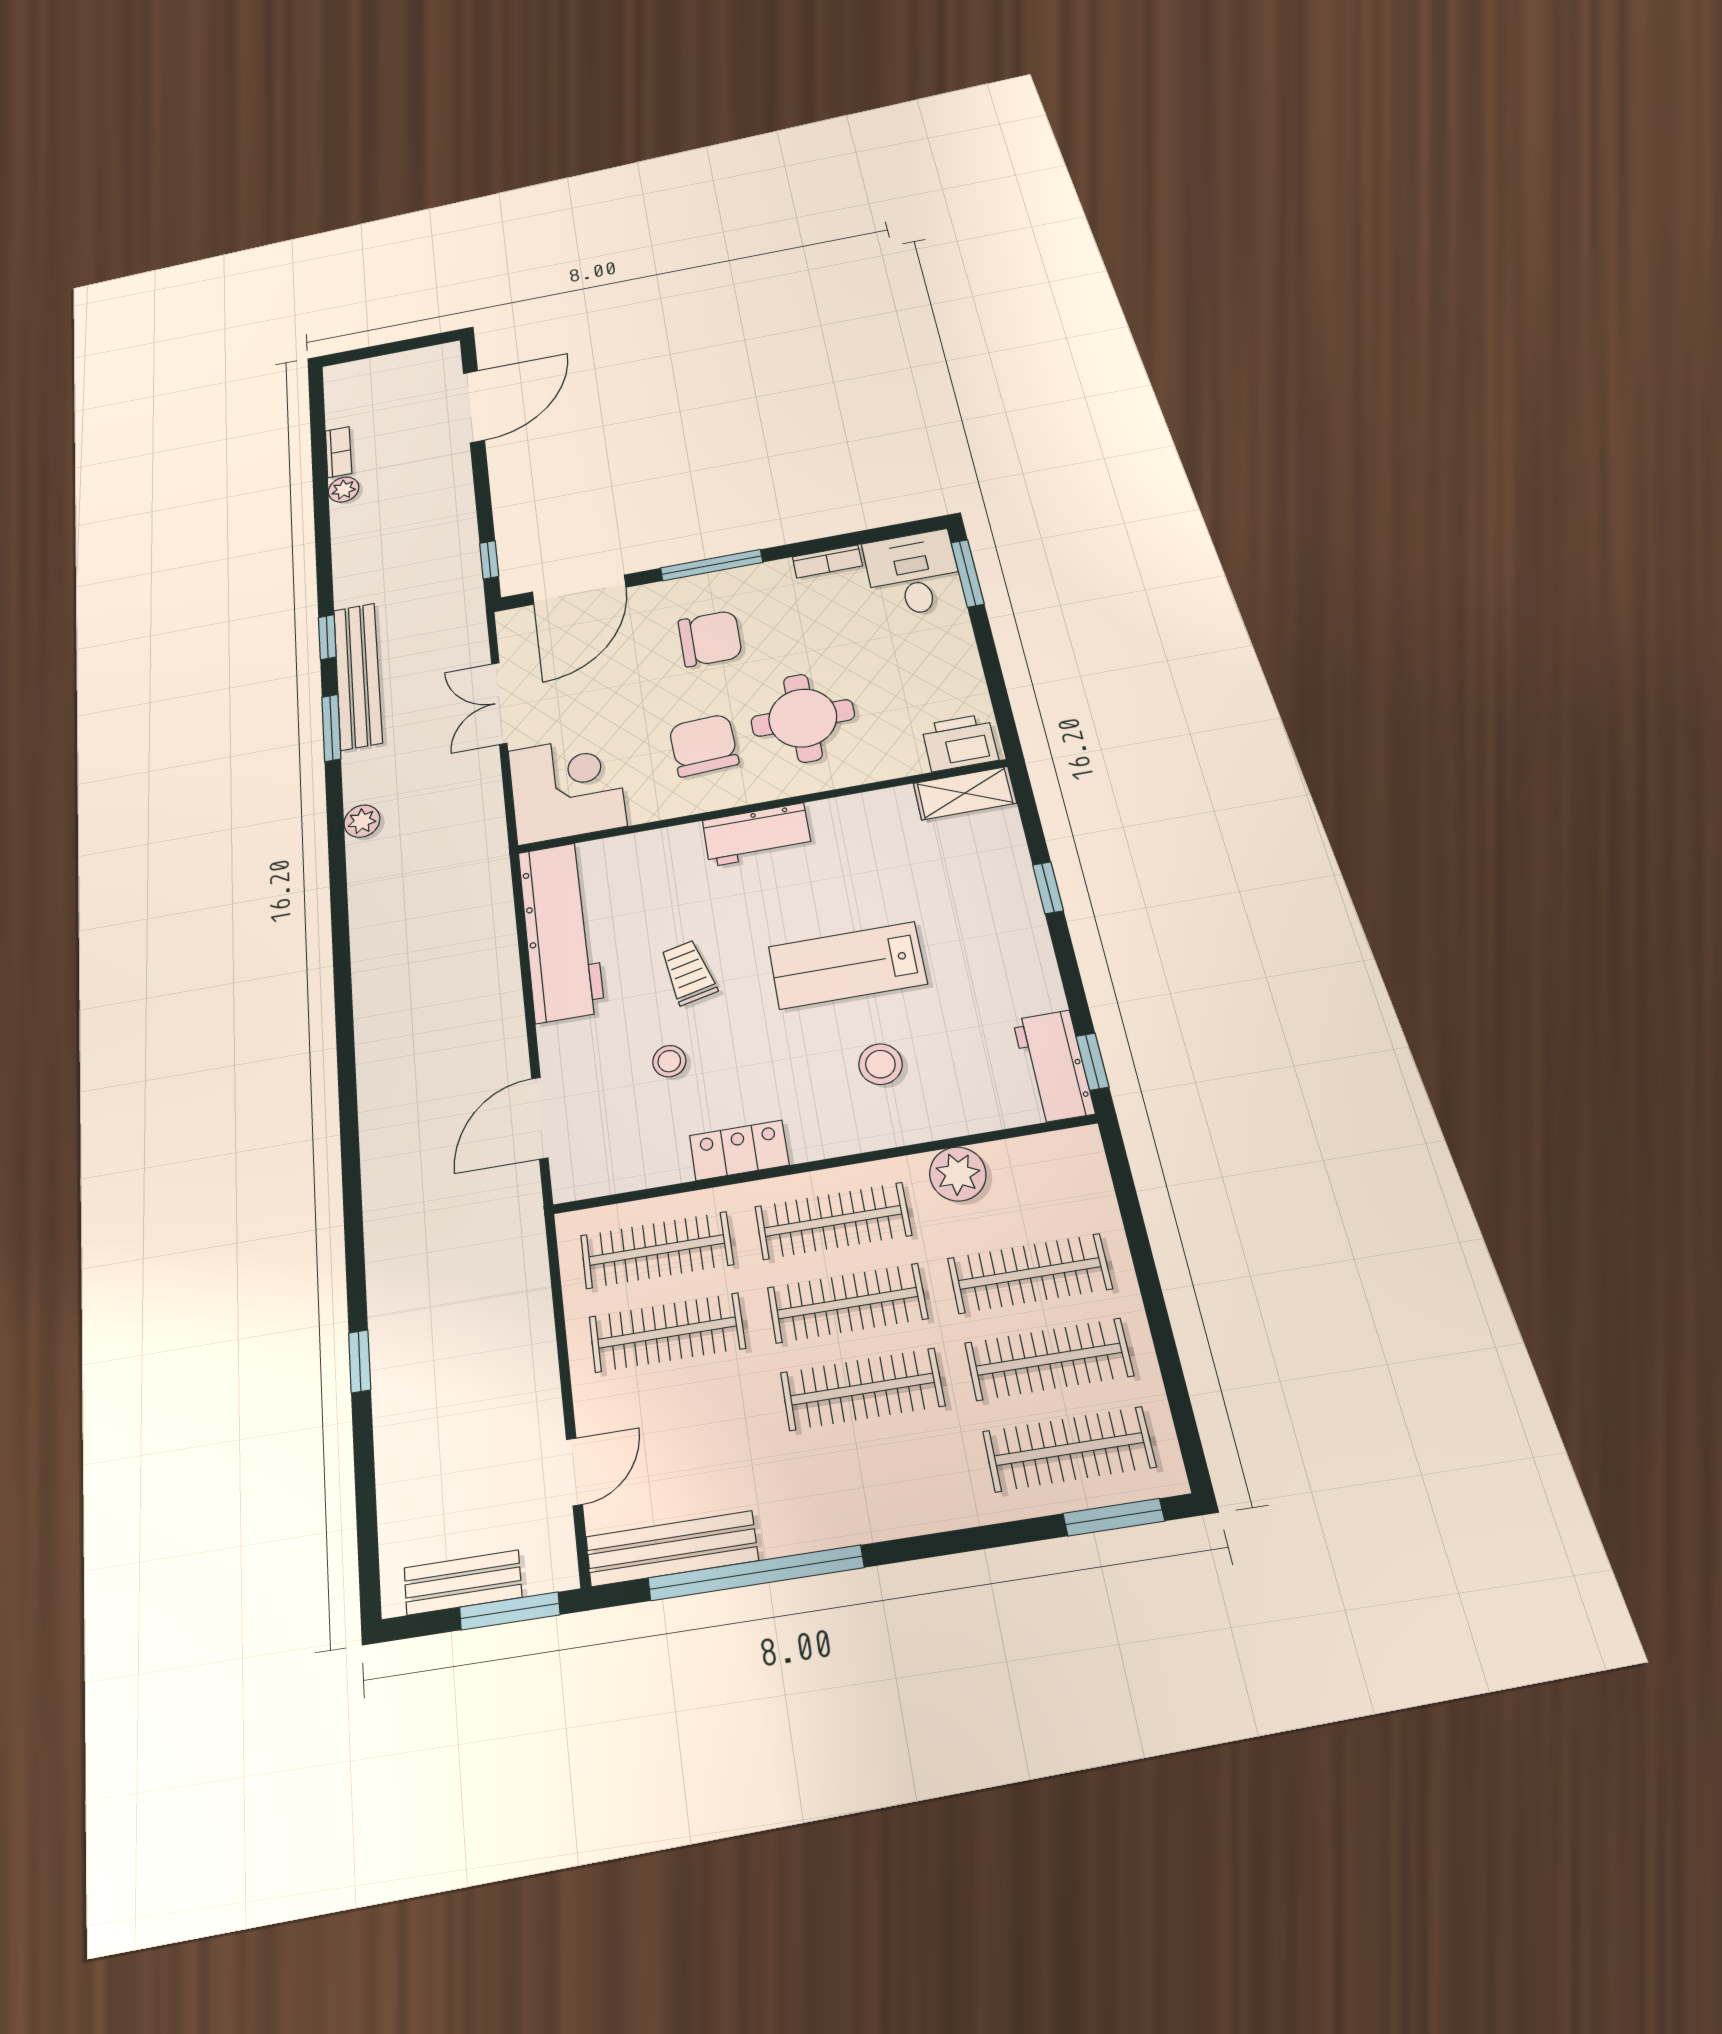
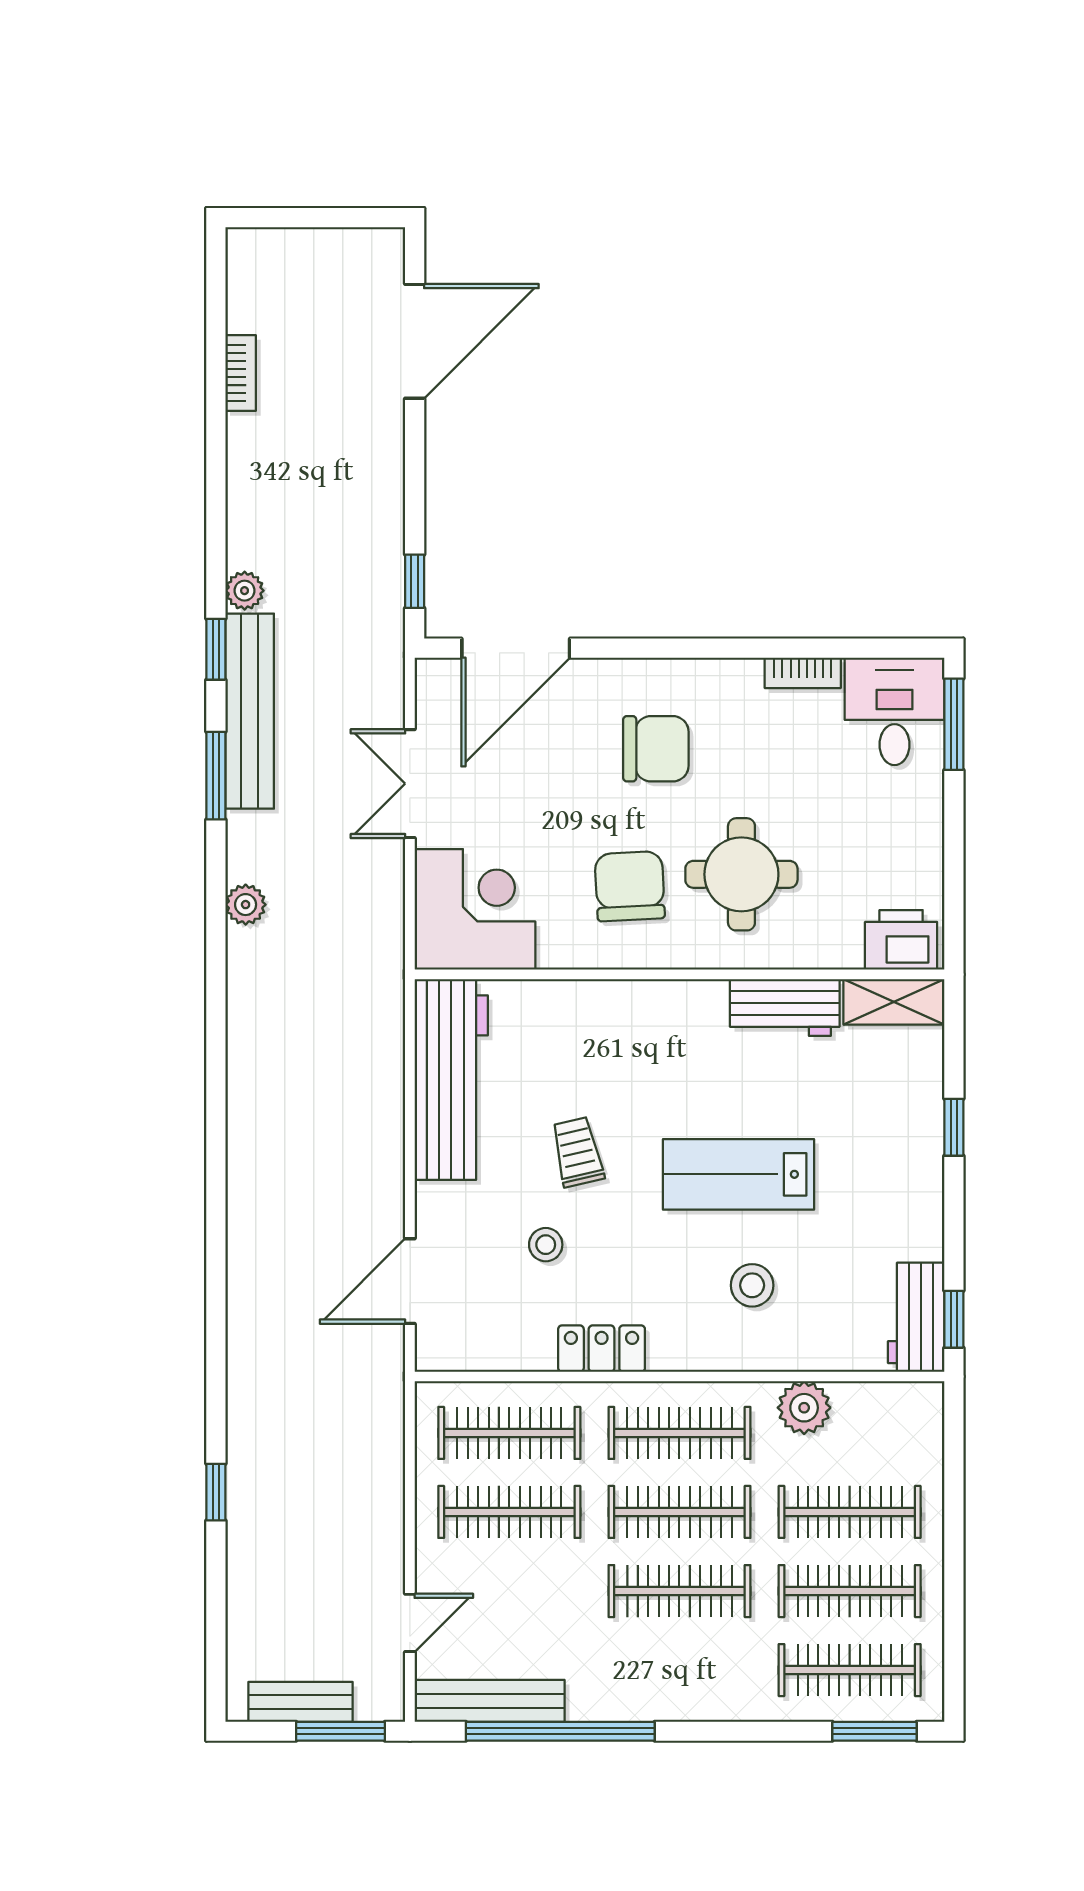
plant: (344, 490) -> (245, 591), moved
window: (712, 565) -> (672, 648), removed
workbench: (757, 835) -> (785, 1008), moved

